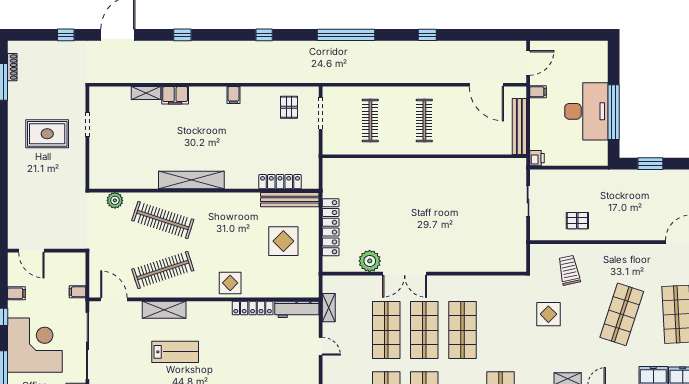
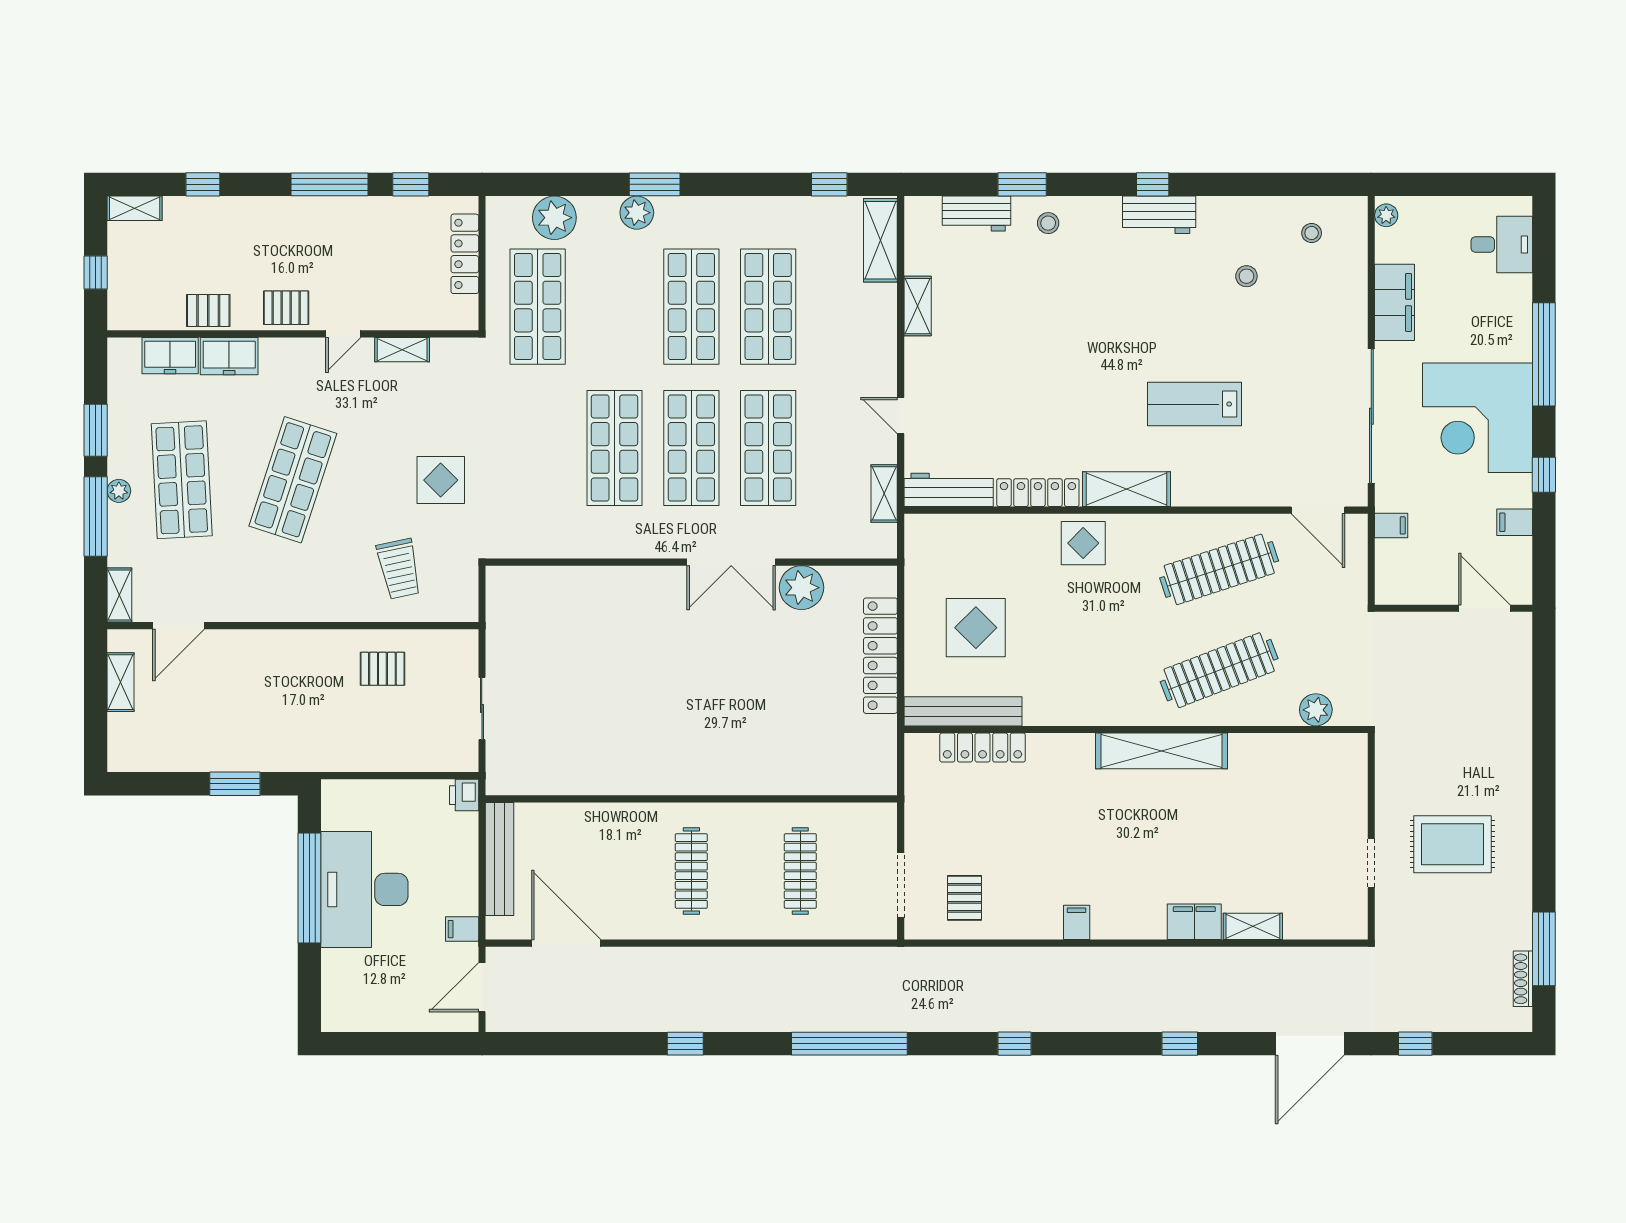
clothes rail: (163, 220) -> (1219, 670), turned -39
double door: (405, 274) -> (731, 562), swing flipped
shelving: (164, 310) -> (1127, 489), moved

